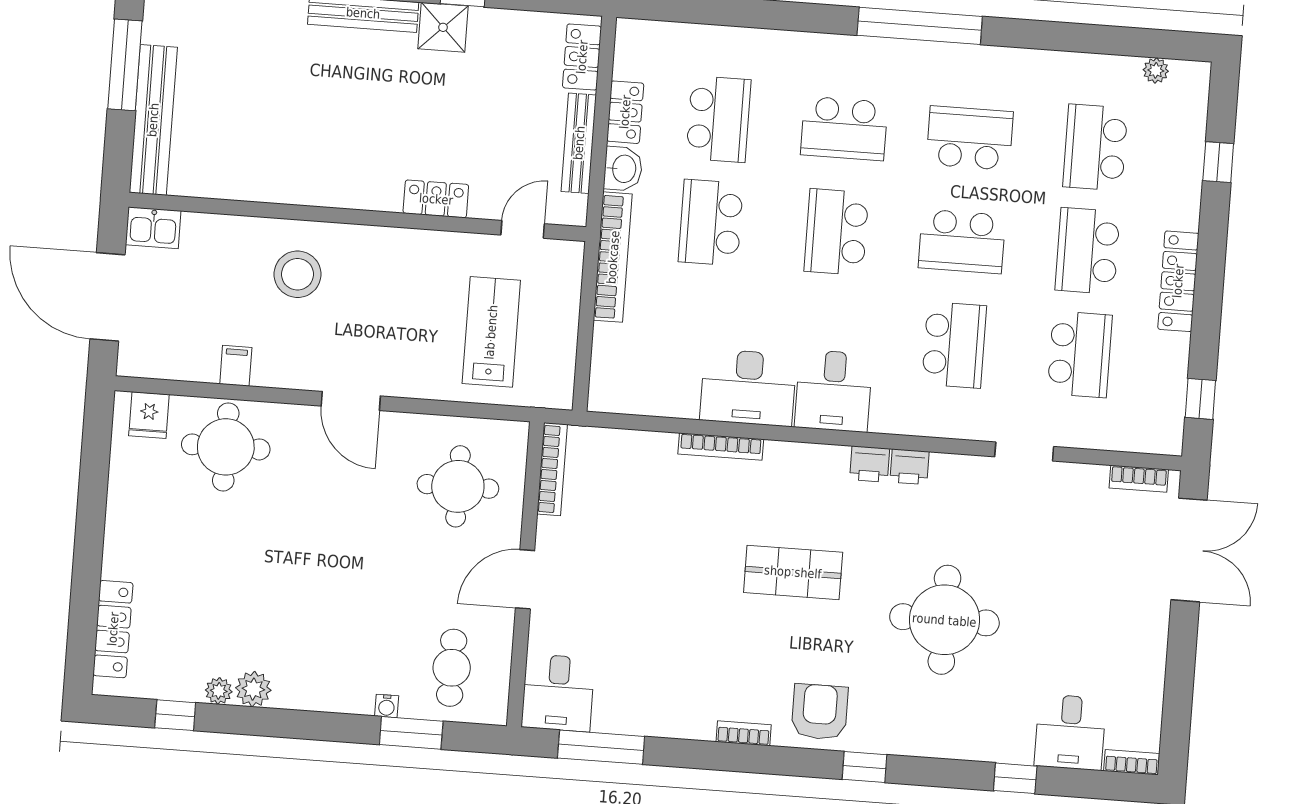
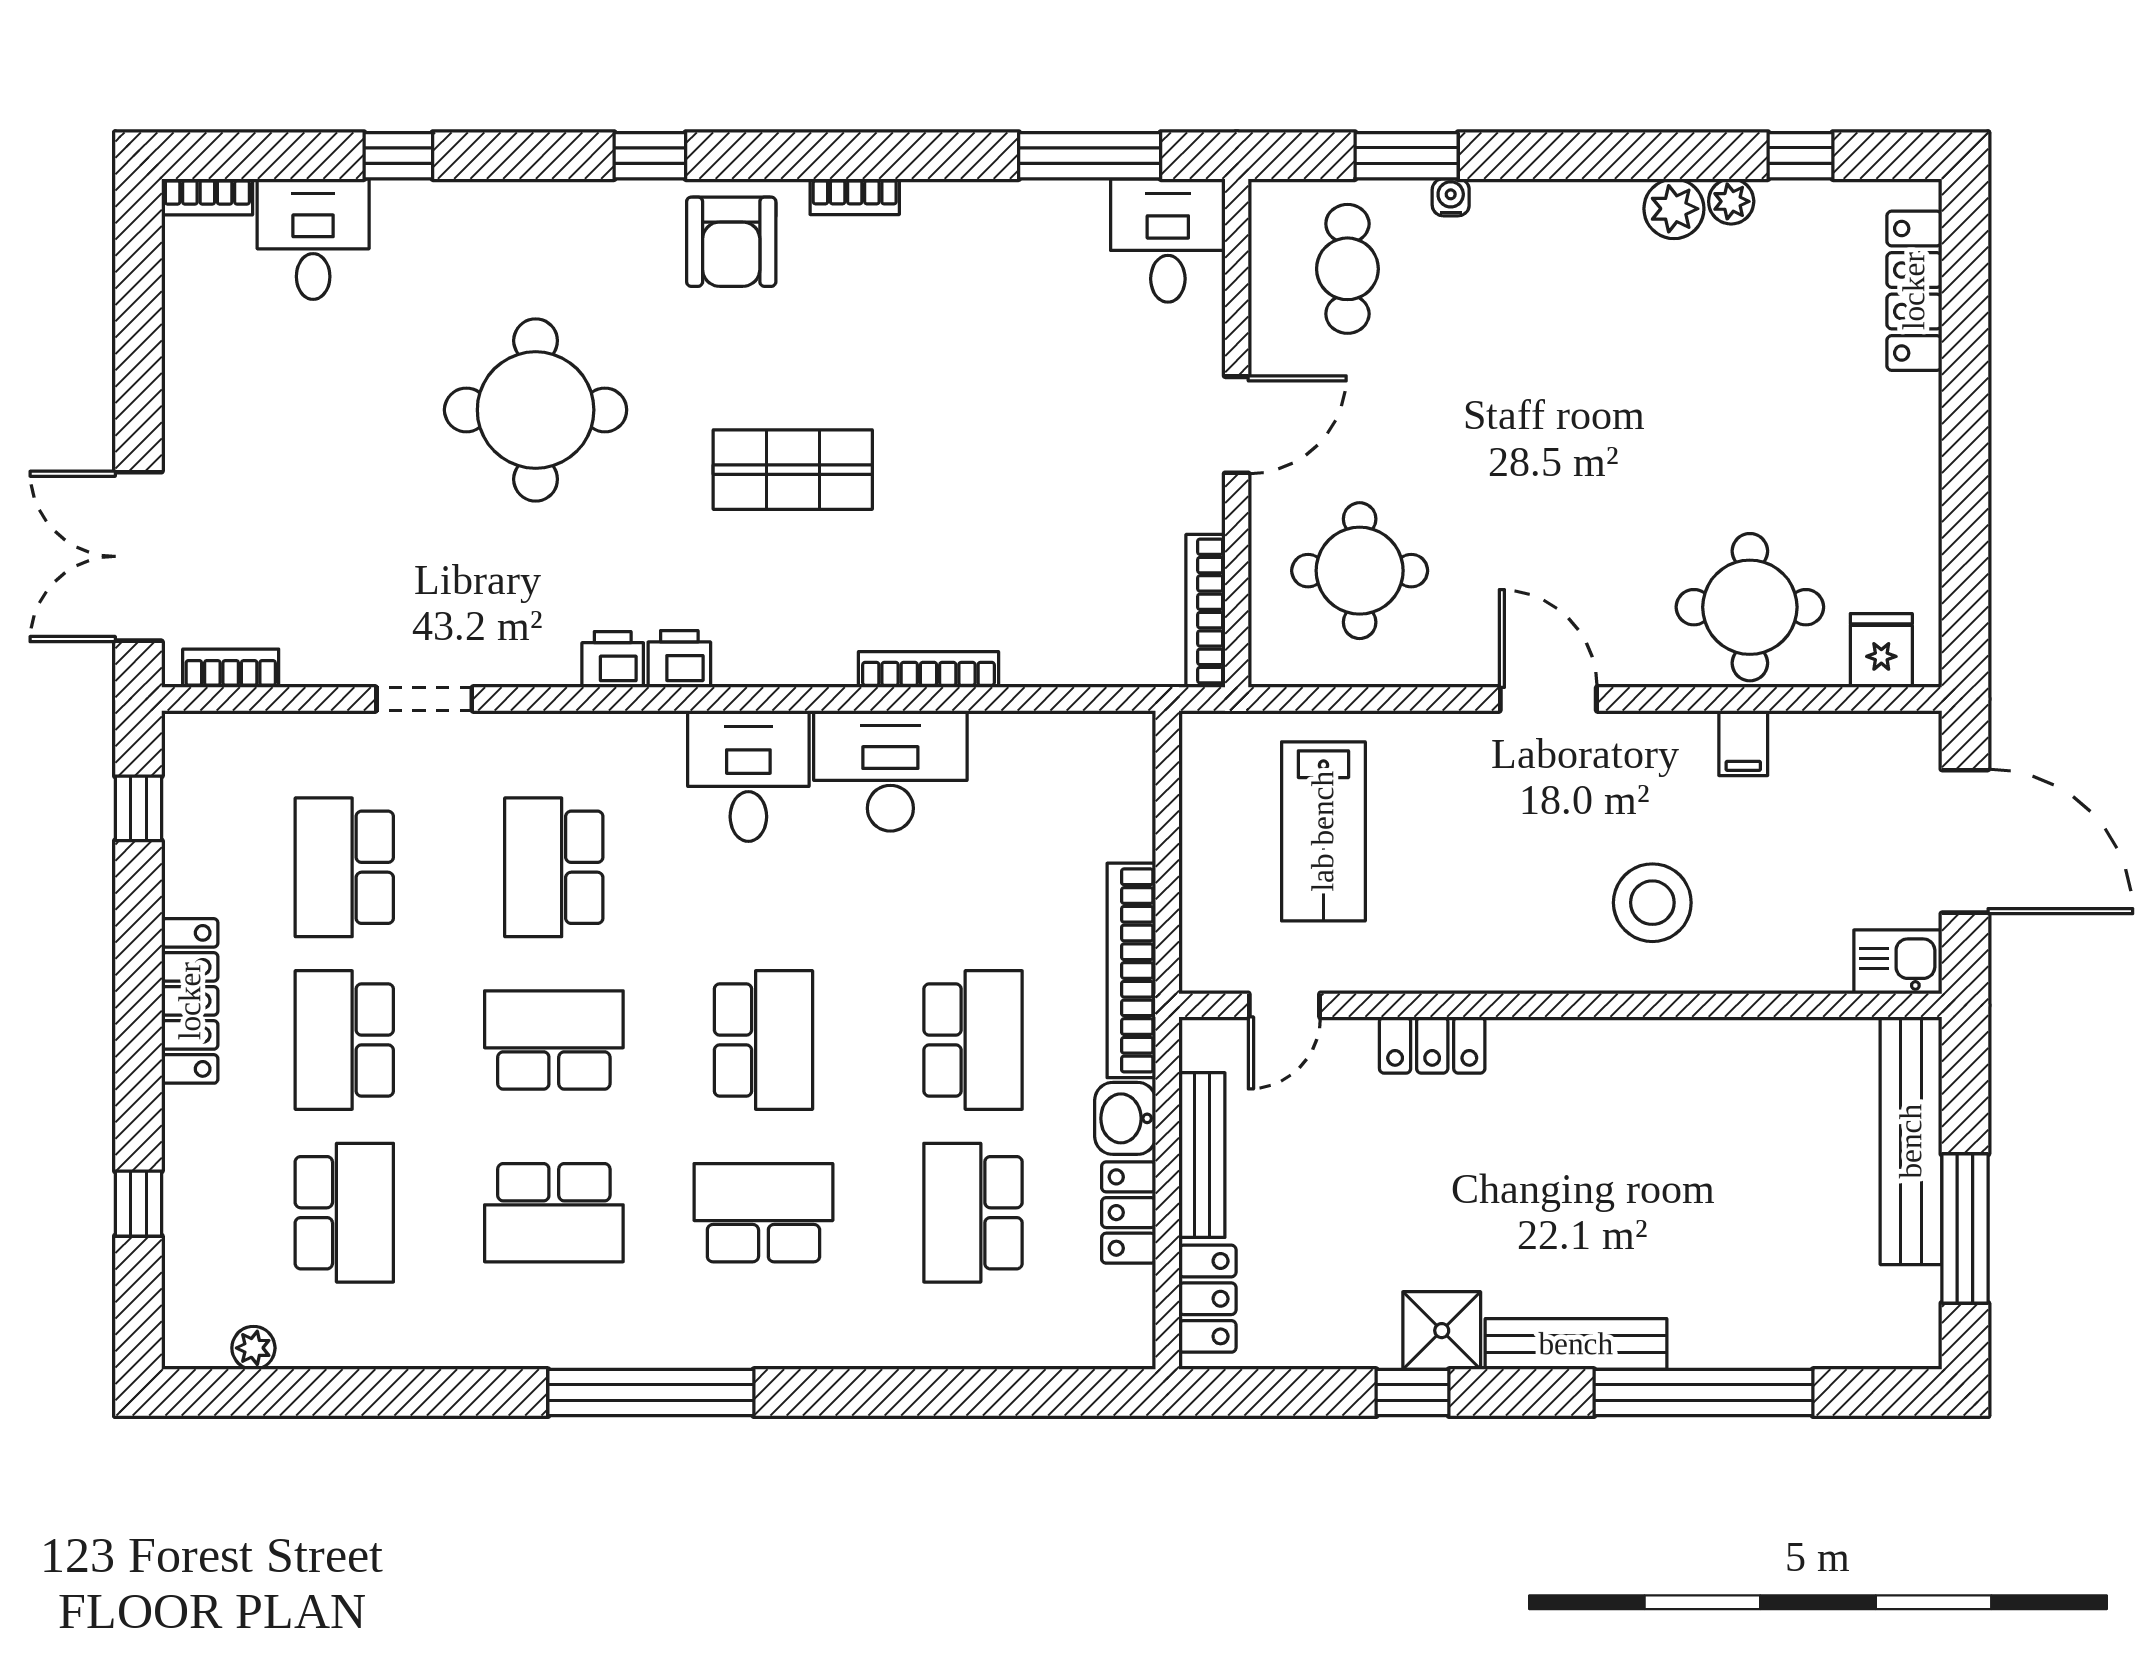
school desk: (1087, 251) -> (344, 1040), turned 180

